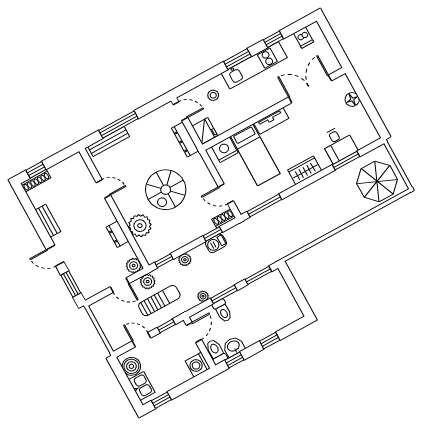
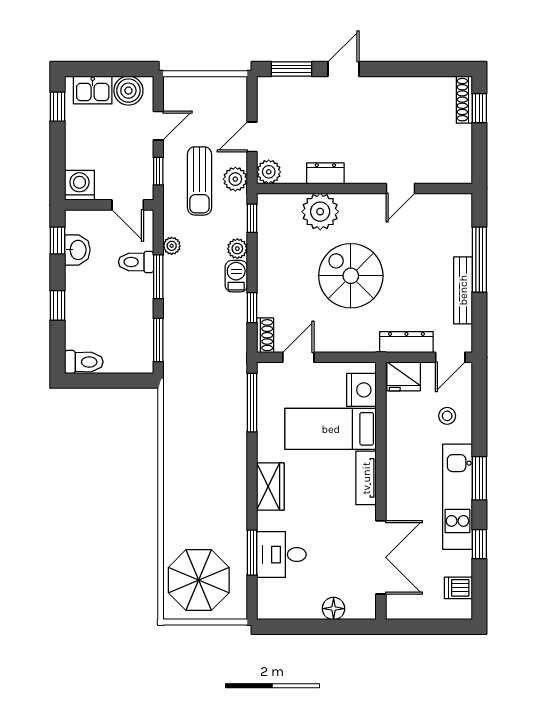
bench: (109, 142) -> (463, 290), moved
bench: (48, 221) -> (398, 86), removed
barbecue: (216, 243) -> (236, 276), moved
toilet: (216, 352) -> (84, 362), moved

